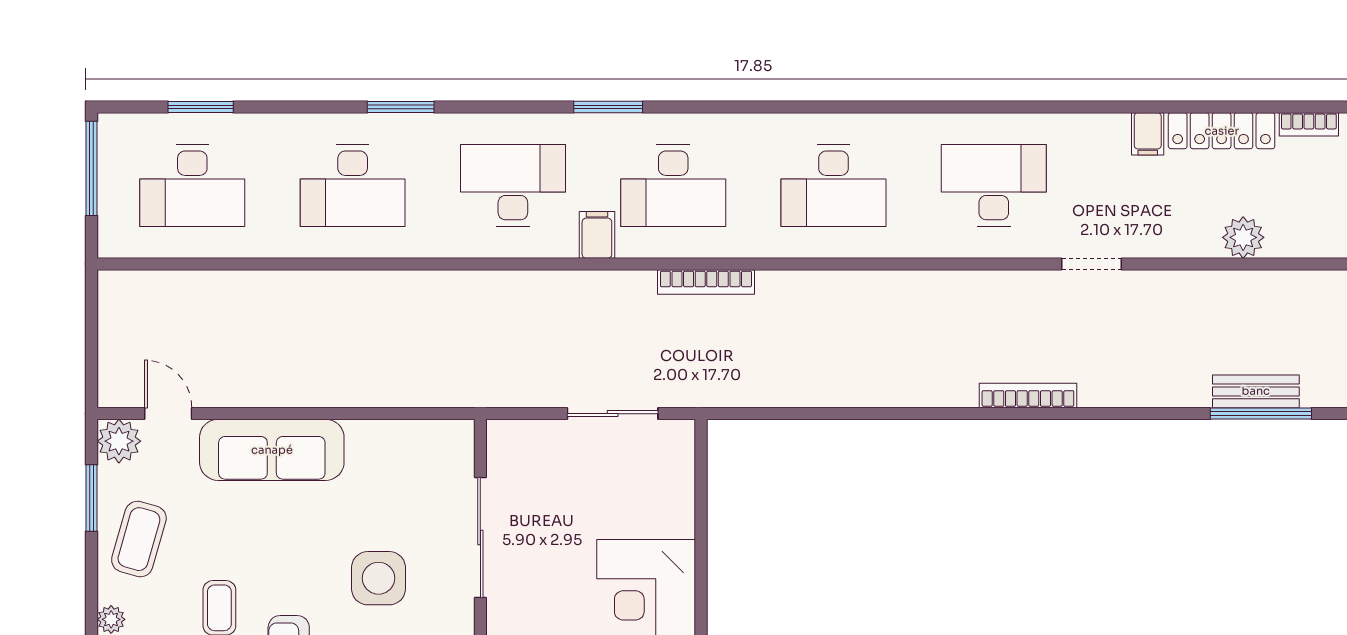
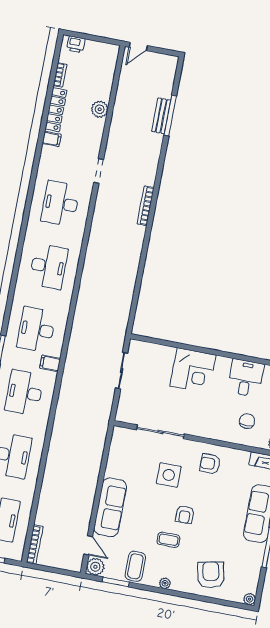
desk: (673, 185) -> (36, 330), turned 180
bookcase: (706, 282) -> (35, 544), moved
door: (168, 414) -> (88, 545), swing flipped
coffee table: (139, 539) -> (135, 566), turned 74

